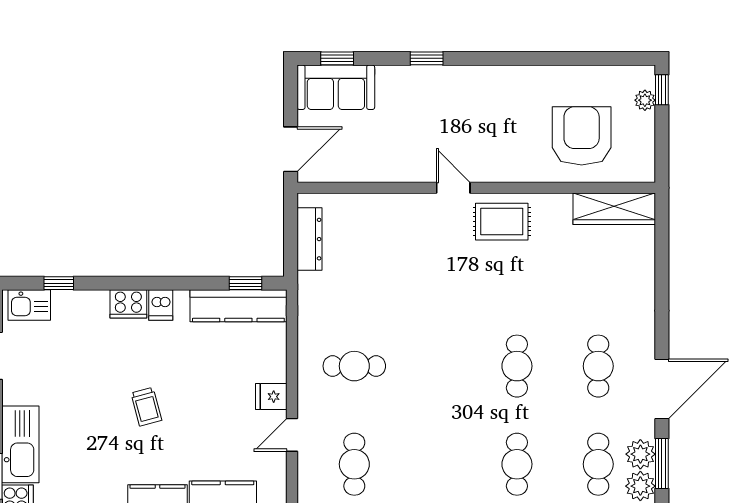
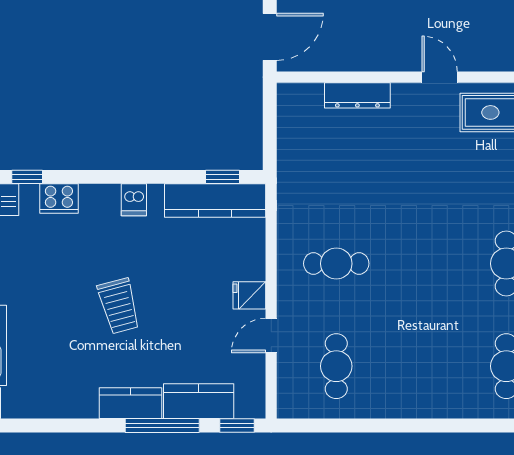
dresser: (309, 239) -> (357, 95), moved, turned 90
cooker: (128, 304) -> (59, 199), moved
trolley: (146, 407) -> (119, 306), width x1.36, depth x1.39

